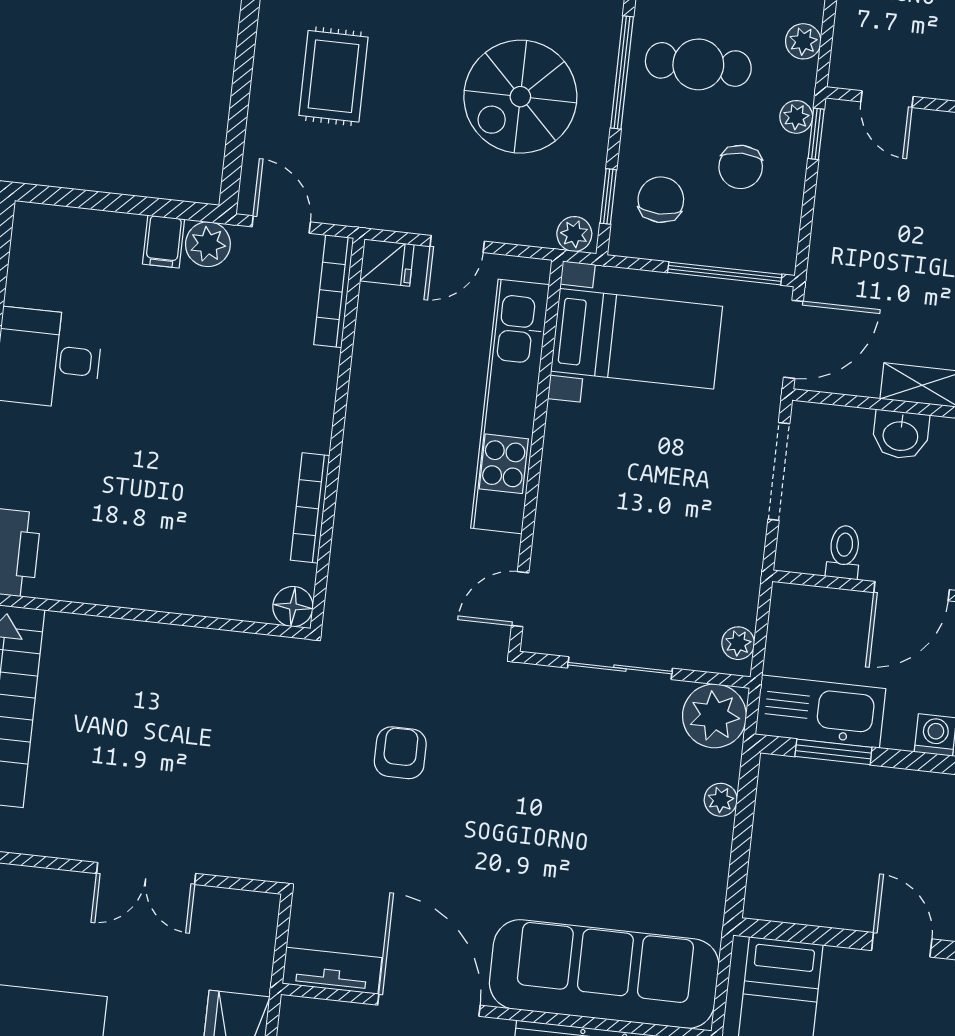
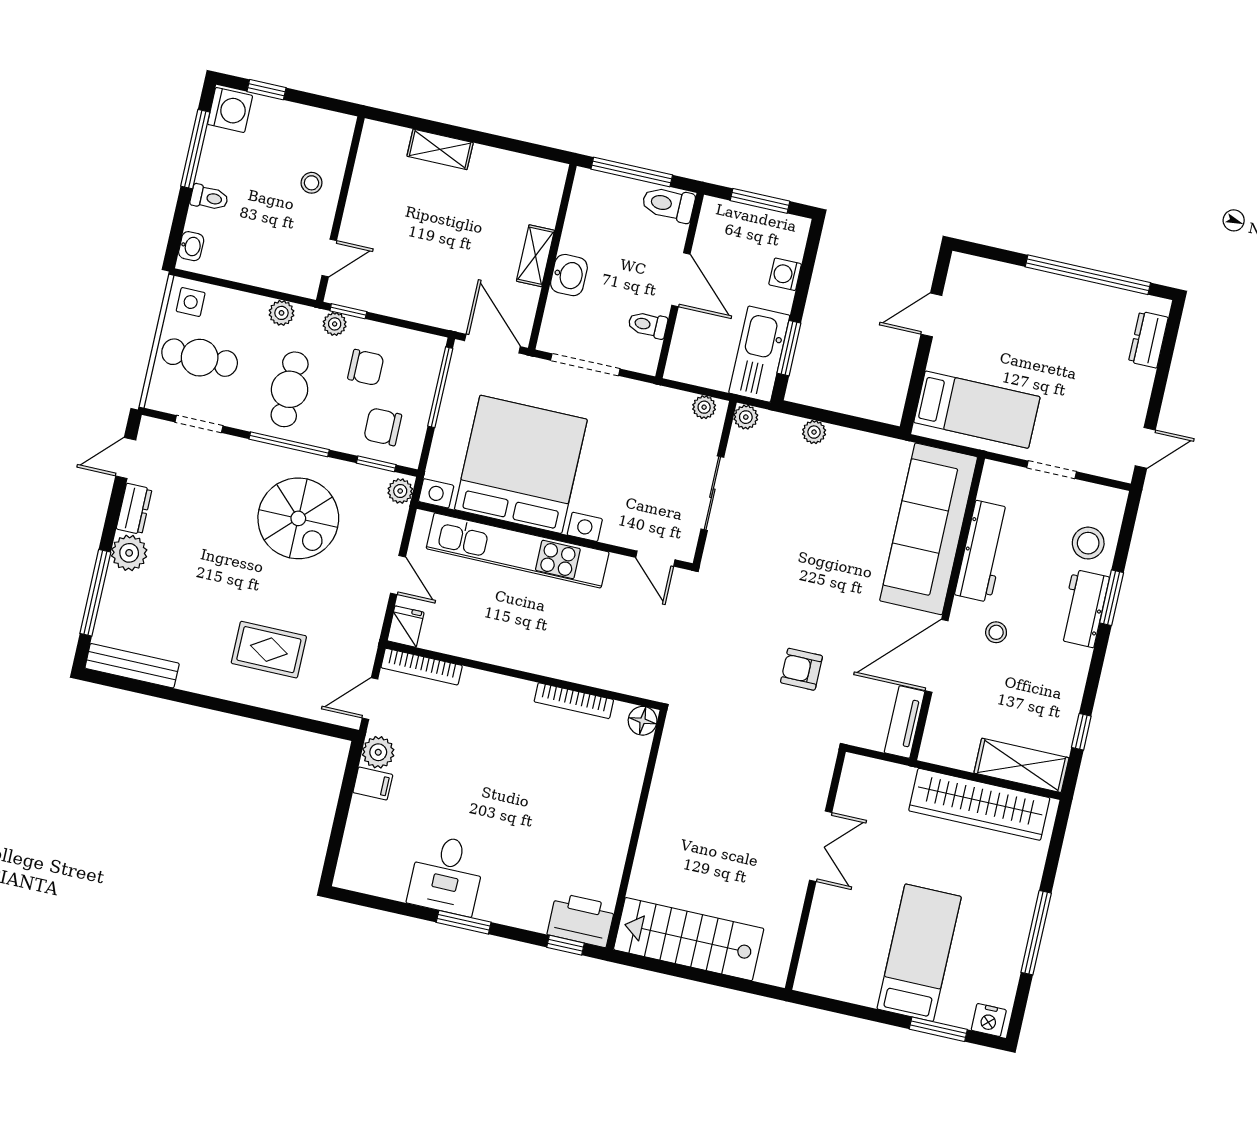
bed with nightstands: (637, 339) -> (521, 464), width x1.85
plant: (714, 716) -> (746, 417), width x0.53, depth x0.53
armchair: (400, 753) -> (801, 669), moved

